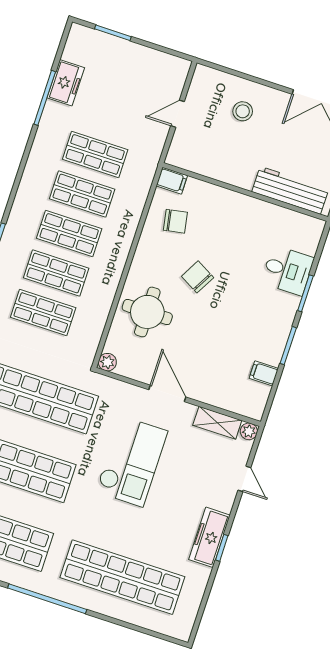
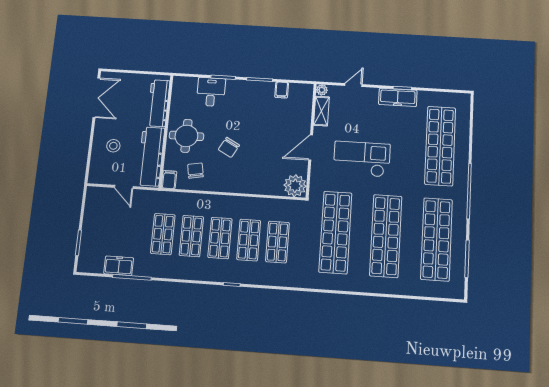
workbench: (213, 162) -> (151, 156), added
round table: (147, 312) -> (186, 136), moved
plant: (107, 362) -> (295, 186), width x1.87, depth x1.87

